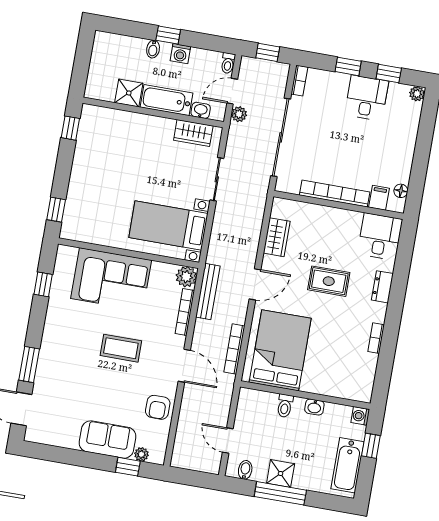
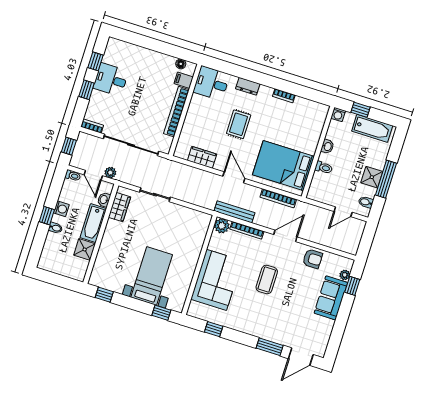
plant: (417, 94) -> (113, 43), removed
bed with nightstands: (168, 226) -> (152, 276), moved, turned 180

